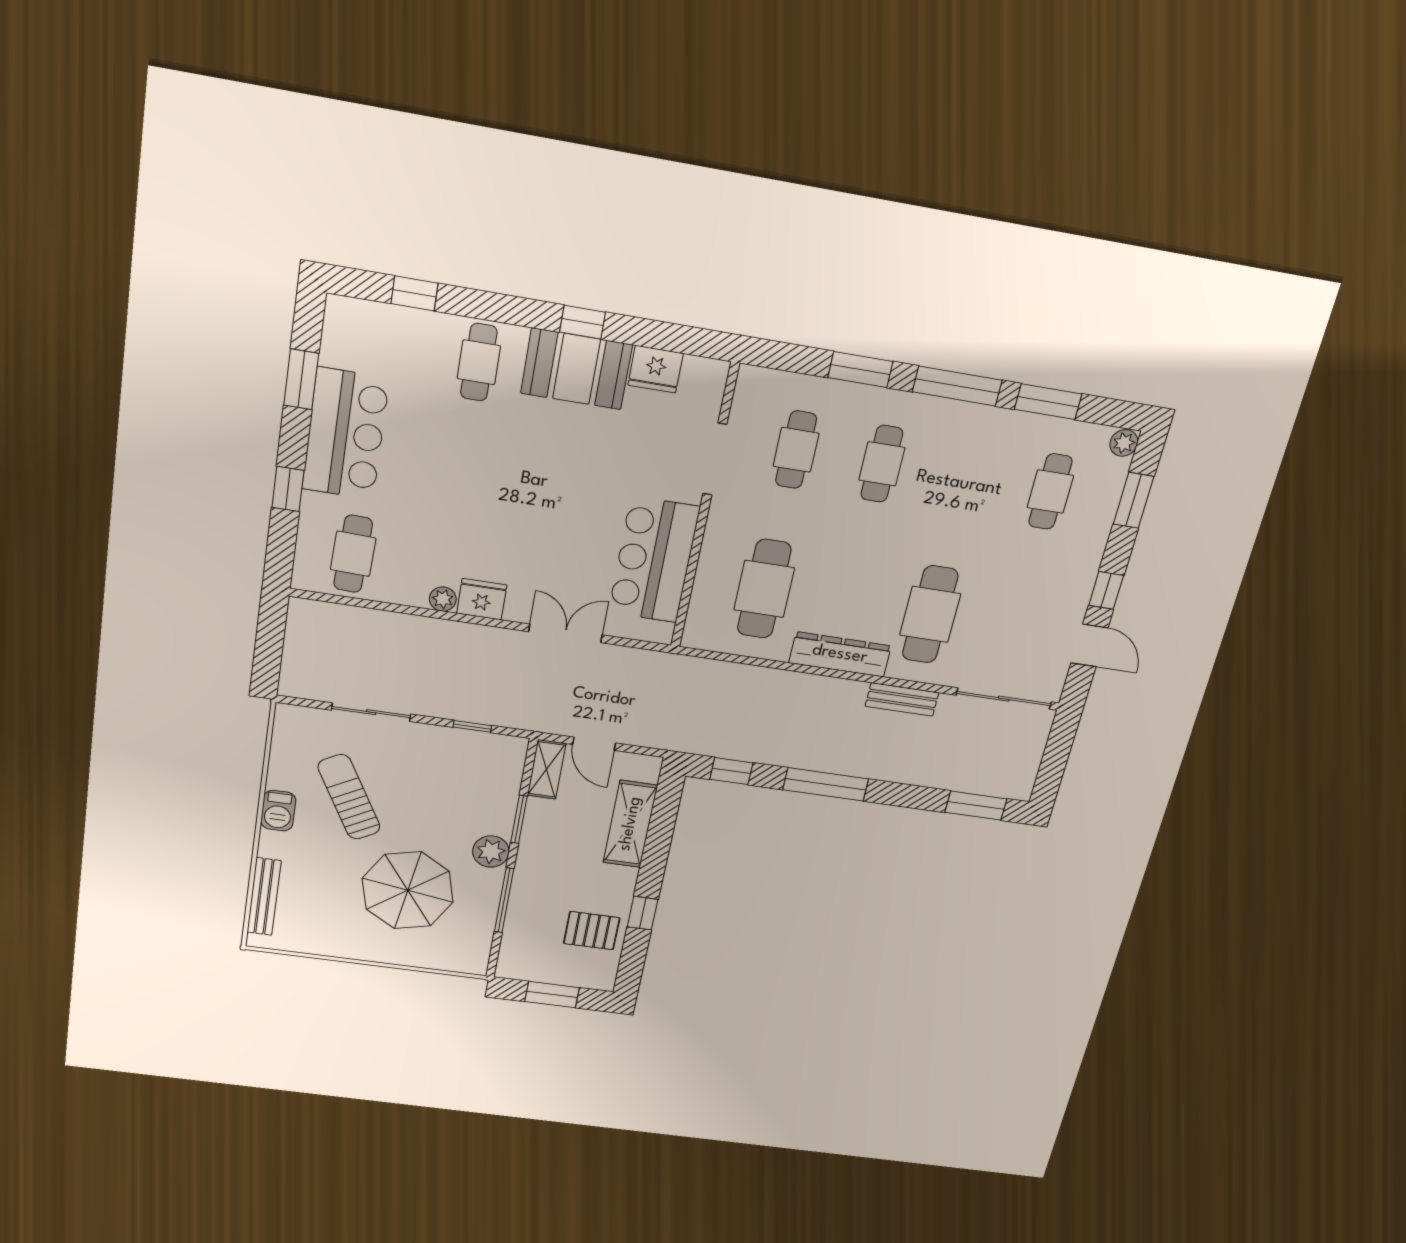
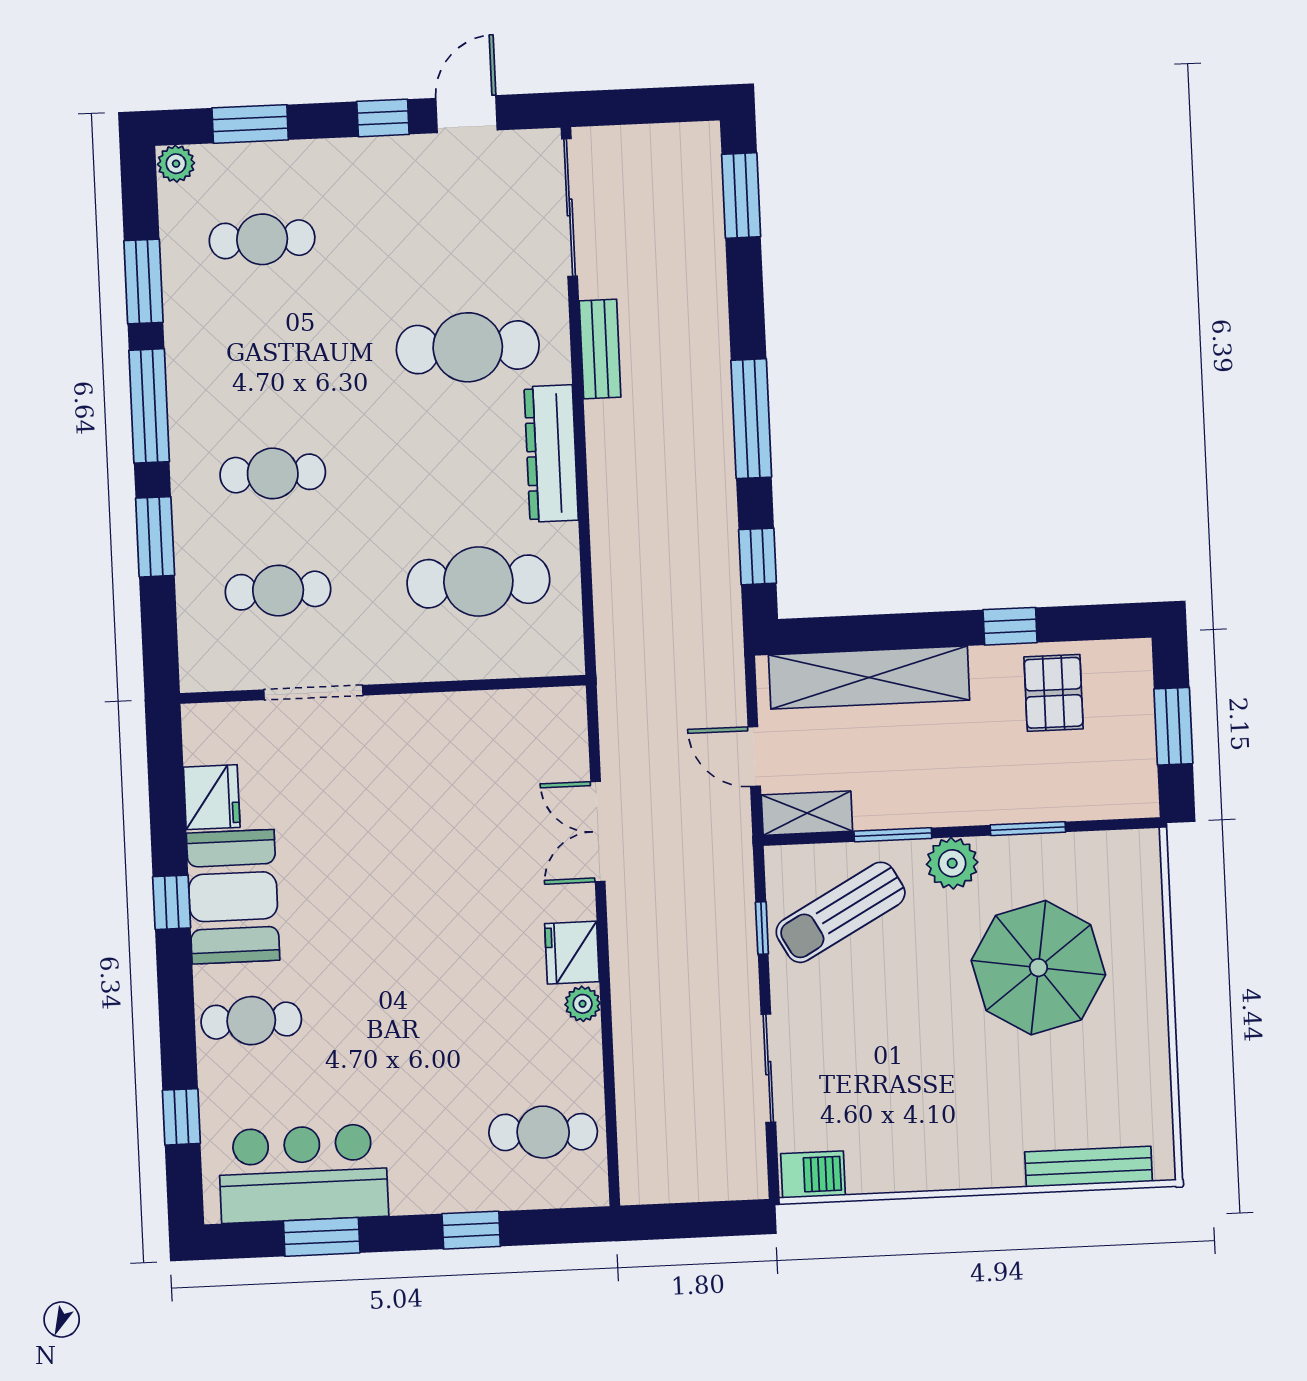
bar counter: (345, 434) -> (303, 1173), moved
bar counter: (654, 560) -> (468, 738), removed
door: (594, 744) -> (754, 756), swing flipped
sun lounger: (349, 797) -> (841, 912), moved
barbecue: (278, 811) -> (813, 1174), moved
shelving: (630, 824) -> (869, 678), width x1.47
window: (504, 900) -> (1028, 829), width x0.69

